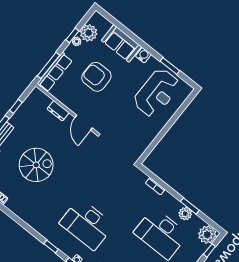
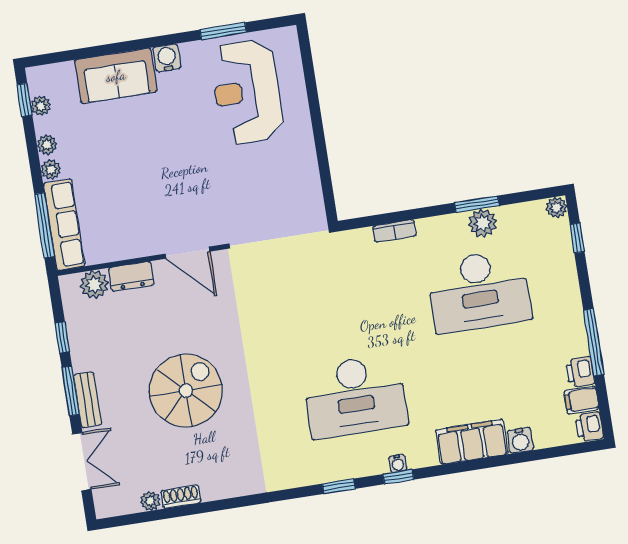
plant: (89, 33) -> (41, 106), width x0.53, depth x0.53
window: (72, 35) -> (25, 100), moved
plant: (69, 50) -> (51, 170), added
armchair: (96, 77) -> (133, 165), removed
reception desk: (157, 93) -> (247, 92), turned 180
plant: (44, 101) -> (94, 284), added
plant: (207, 235) -> (556, 208), width x0.53, depth x0.53

